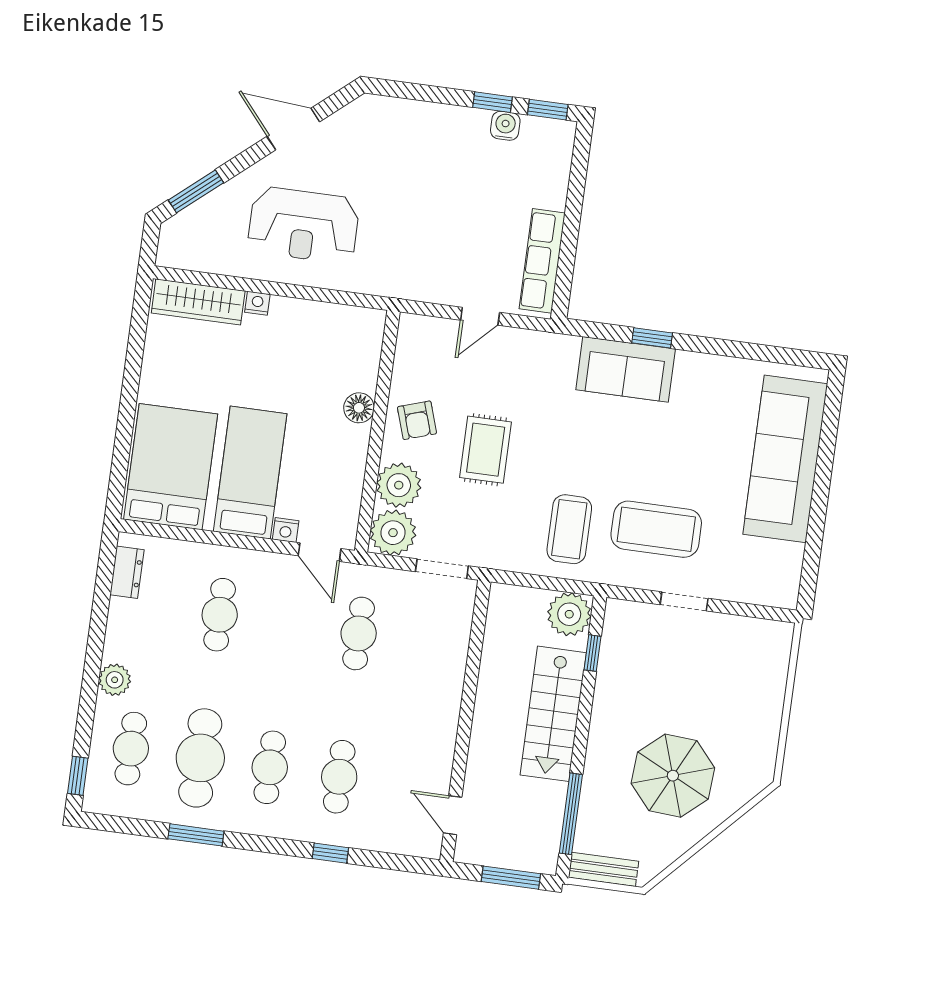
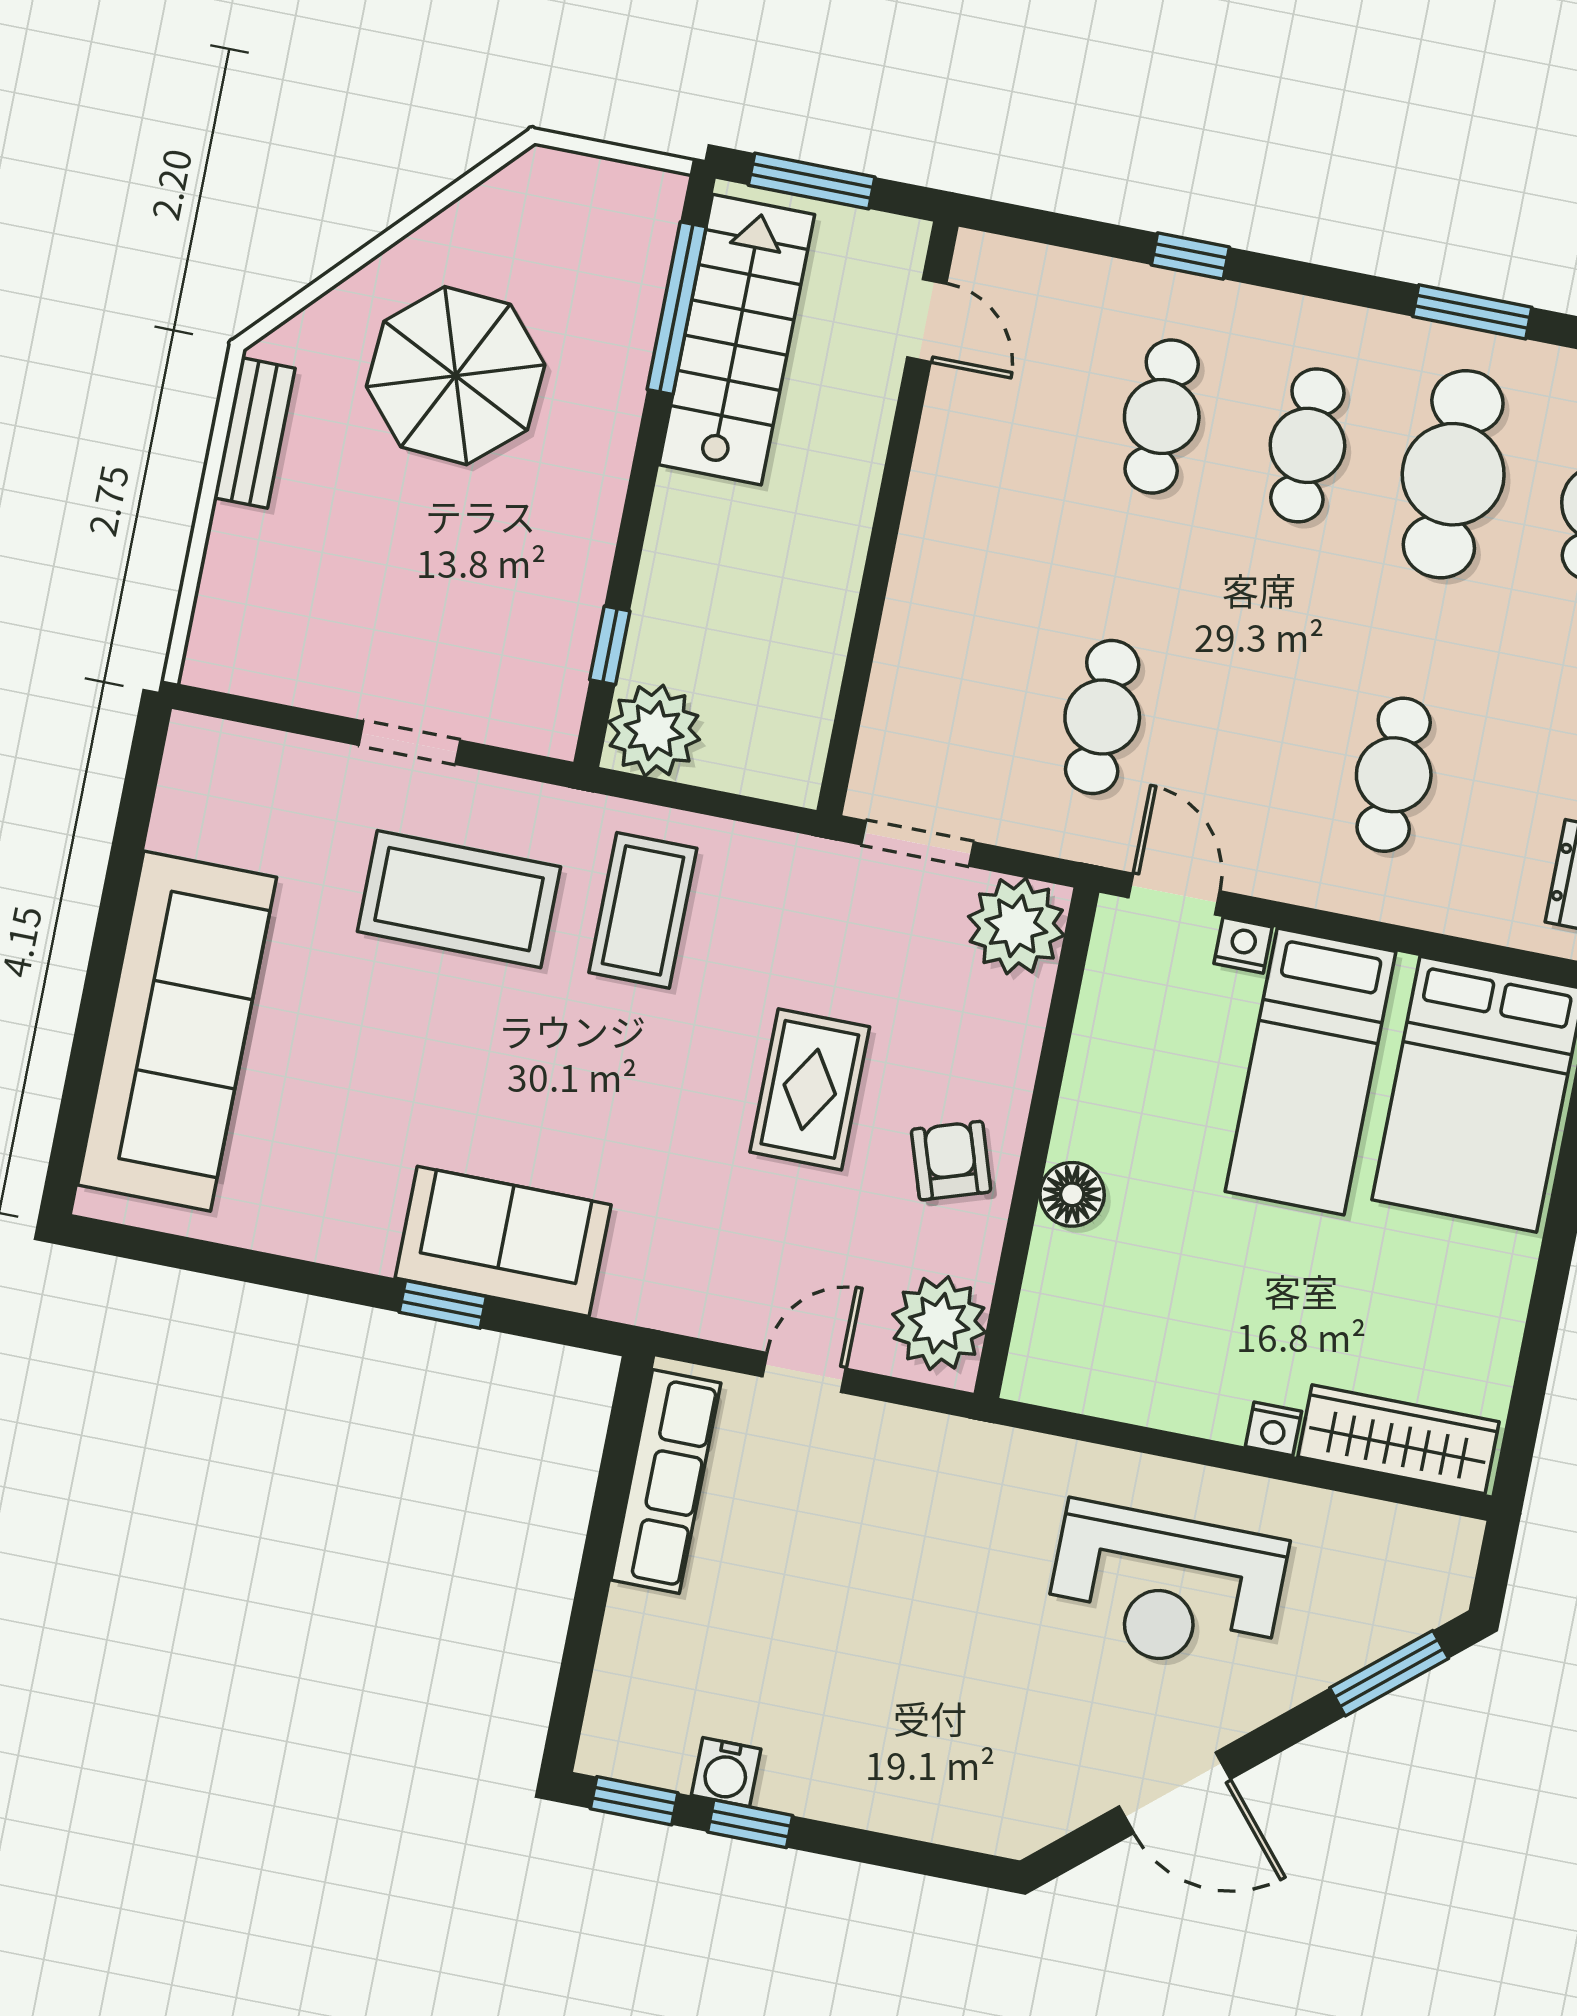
reception desk: (303, 225) -> (1166, 1588), turned 180
plant: (399, 485) -> (939, 1323), moved
stairs: (553, 714) -> (737, 340), moved
bench: (604, 869) -> (254, 433), moved, turned 90

